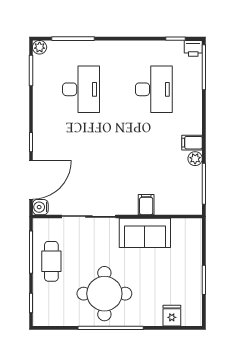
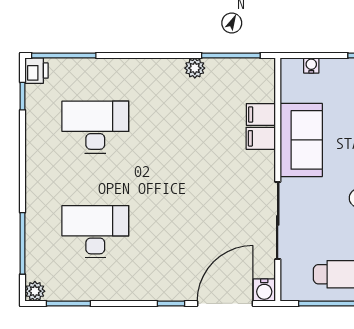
filing cabinet: (192, 143) -> (261, 114), moved, turned 90
door: (31, 180) -> (225, 303), hinge flipped
water cooler: (197, 240) -> (311, 65), added

